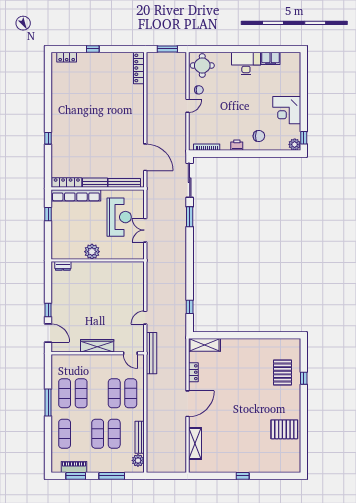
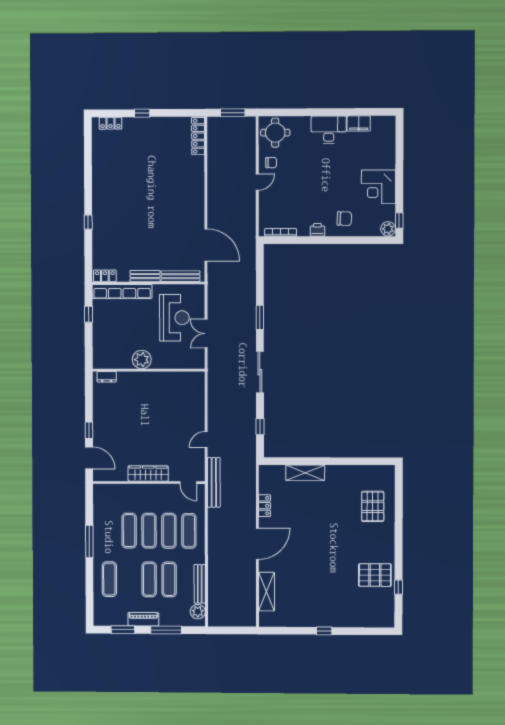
sliding door: (190, 180) -> (260, 372), moved
locker: (67, 182) -> (105, 276), width x0.66
shelving: (204, 345) -> (305, 473), moved
window: (304, 378) -> (398, 587), moved
exercise mat: (65, 393) -> (149, 531), moved
piano: (74, 467) -> (143, 619), moved

